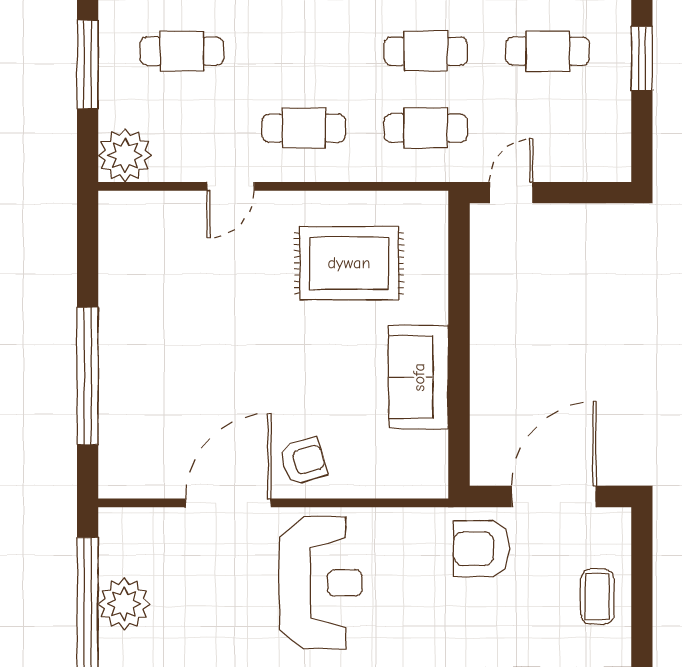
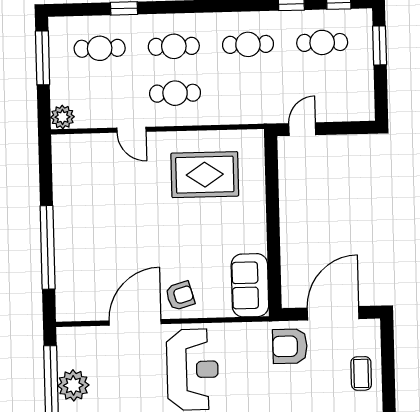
cafe table: (426, 128) -> (174, 46), moved
plant: (125, 155) -> (63, 117), width x0.73, depth x0.73
door: (231, 186) -> (131, 130), hinge flipped
sofa: (419, 377) -> (250, 285), moved

